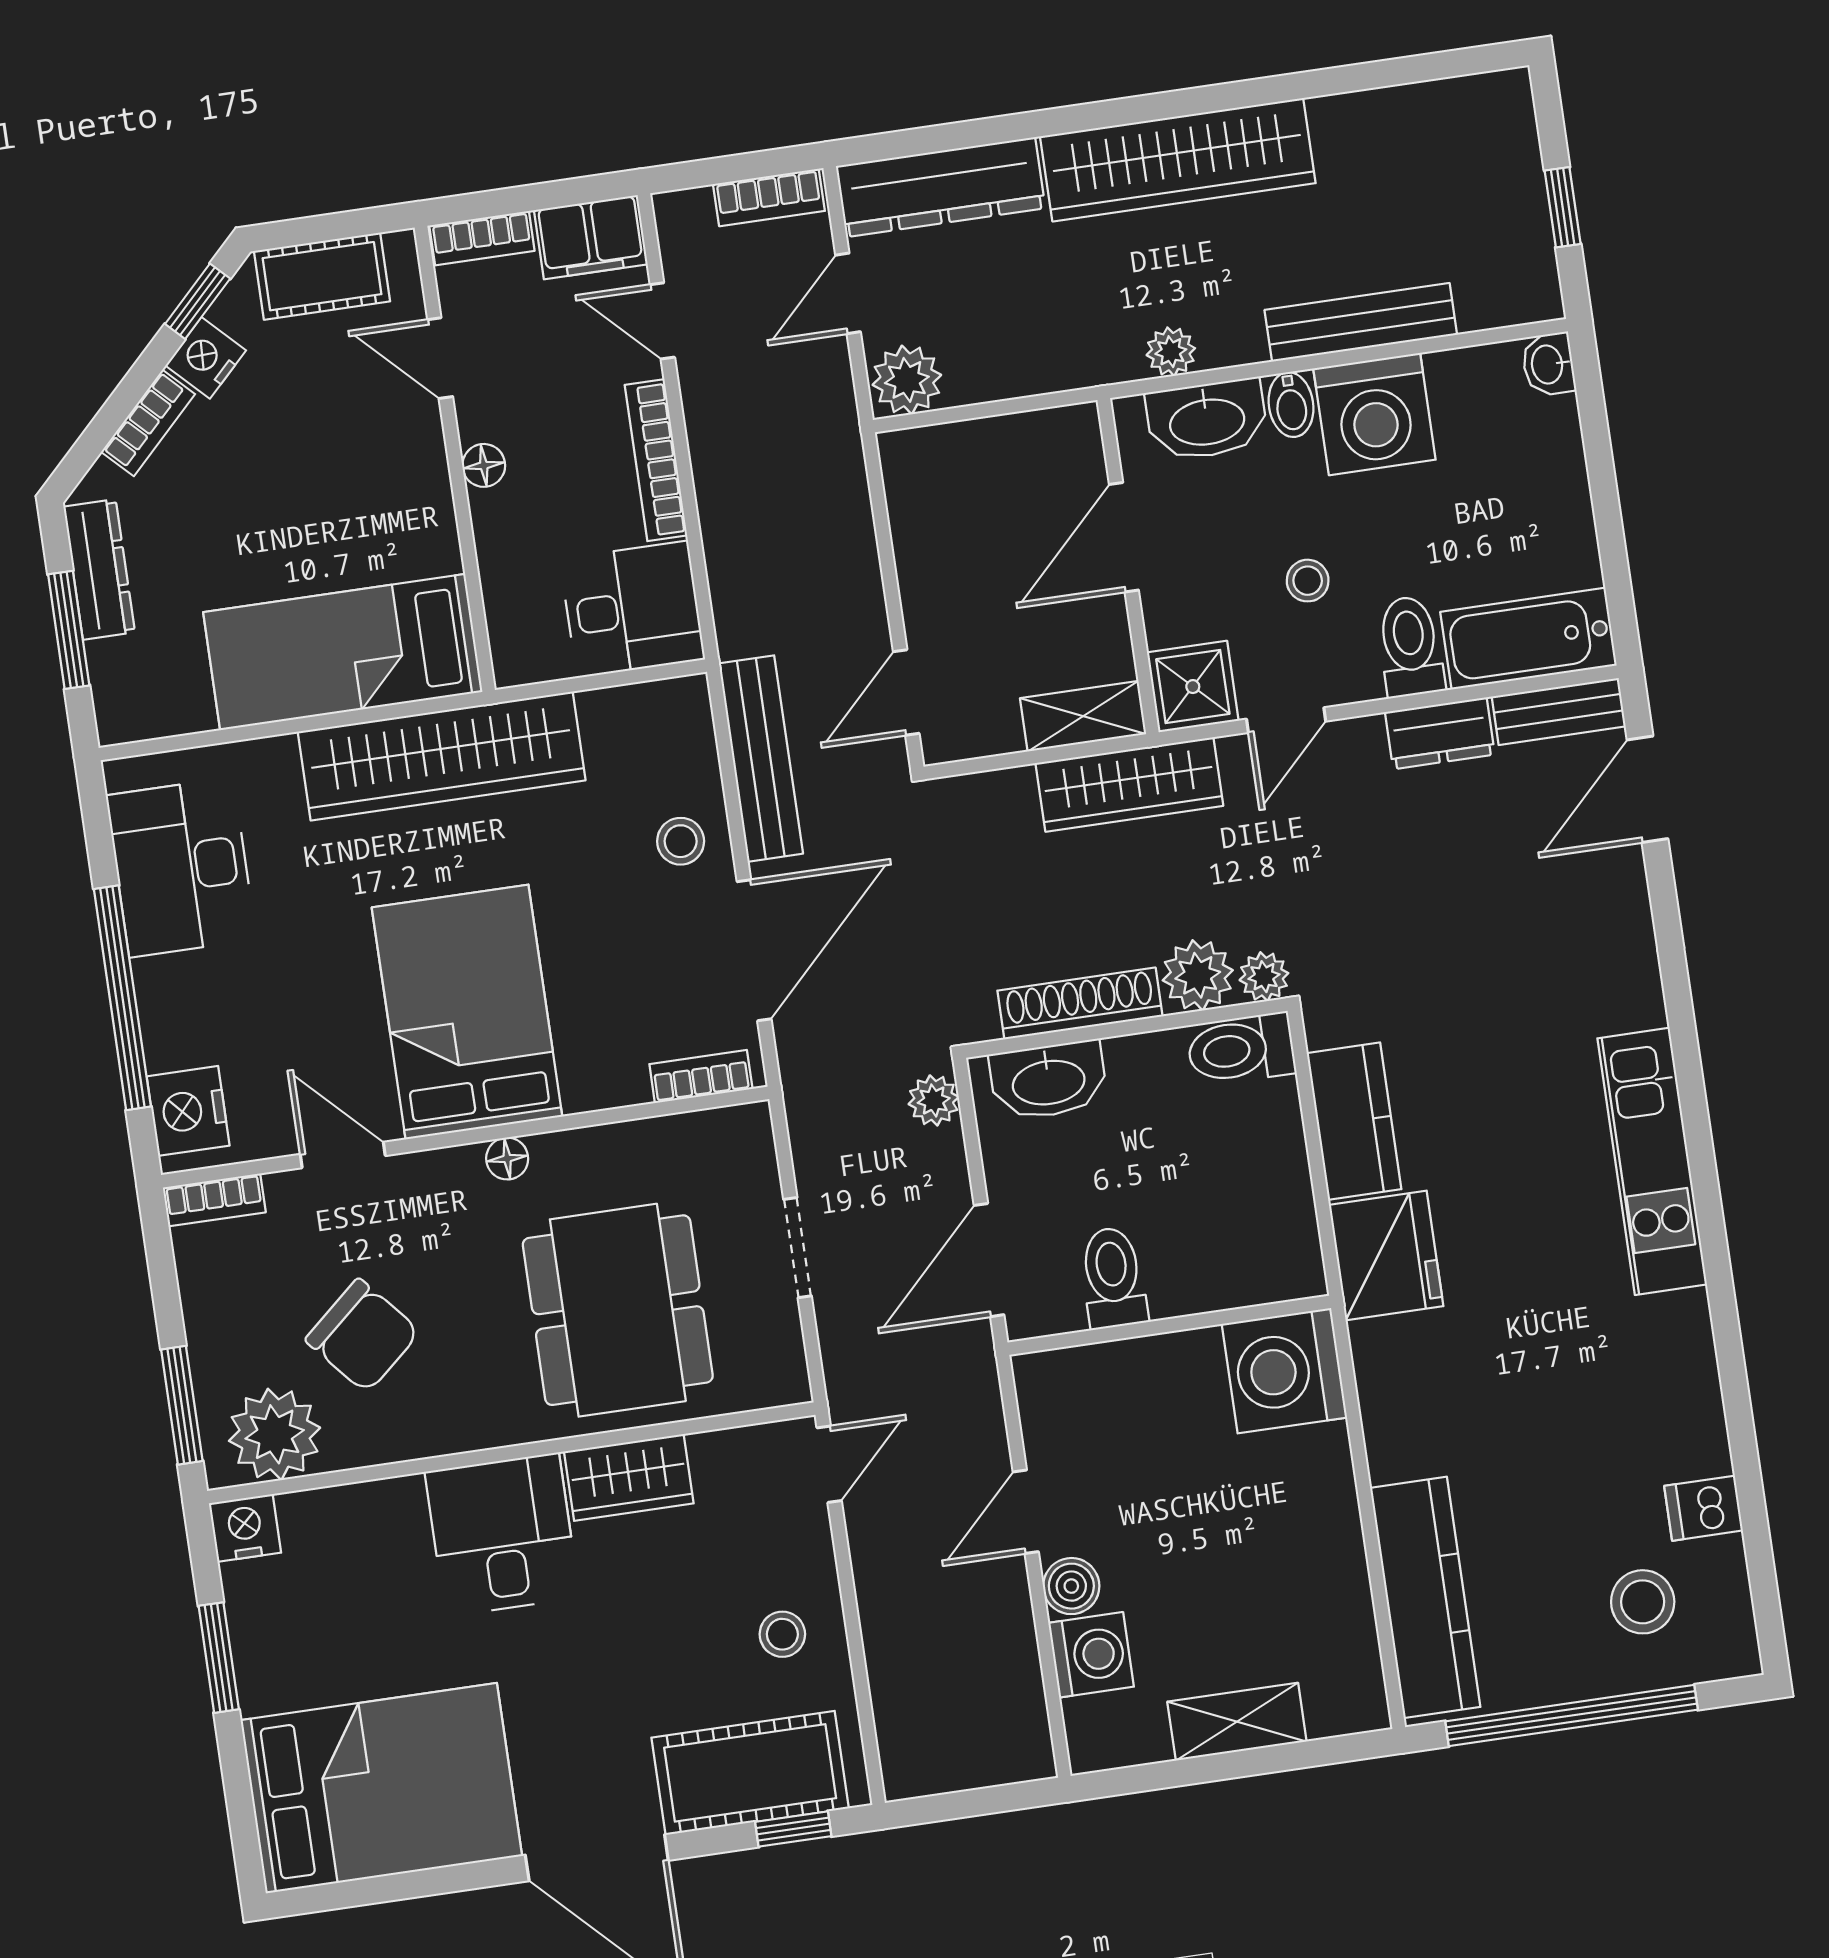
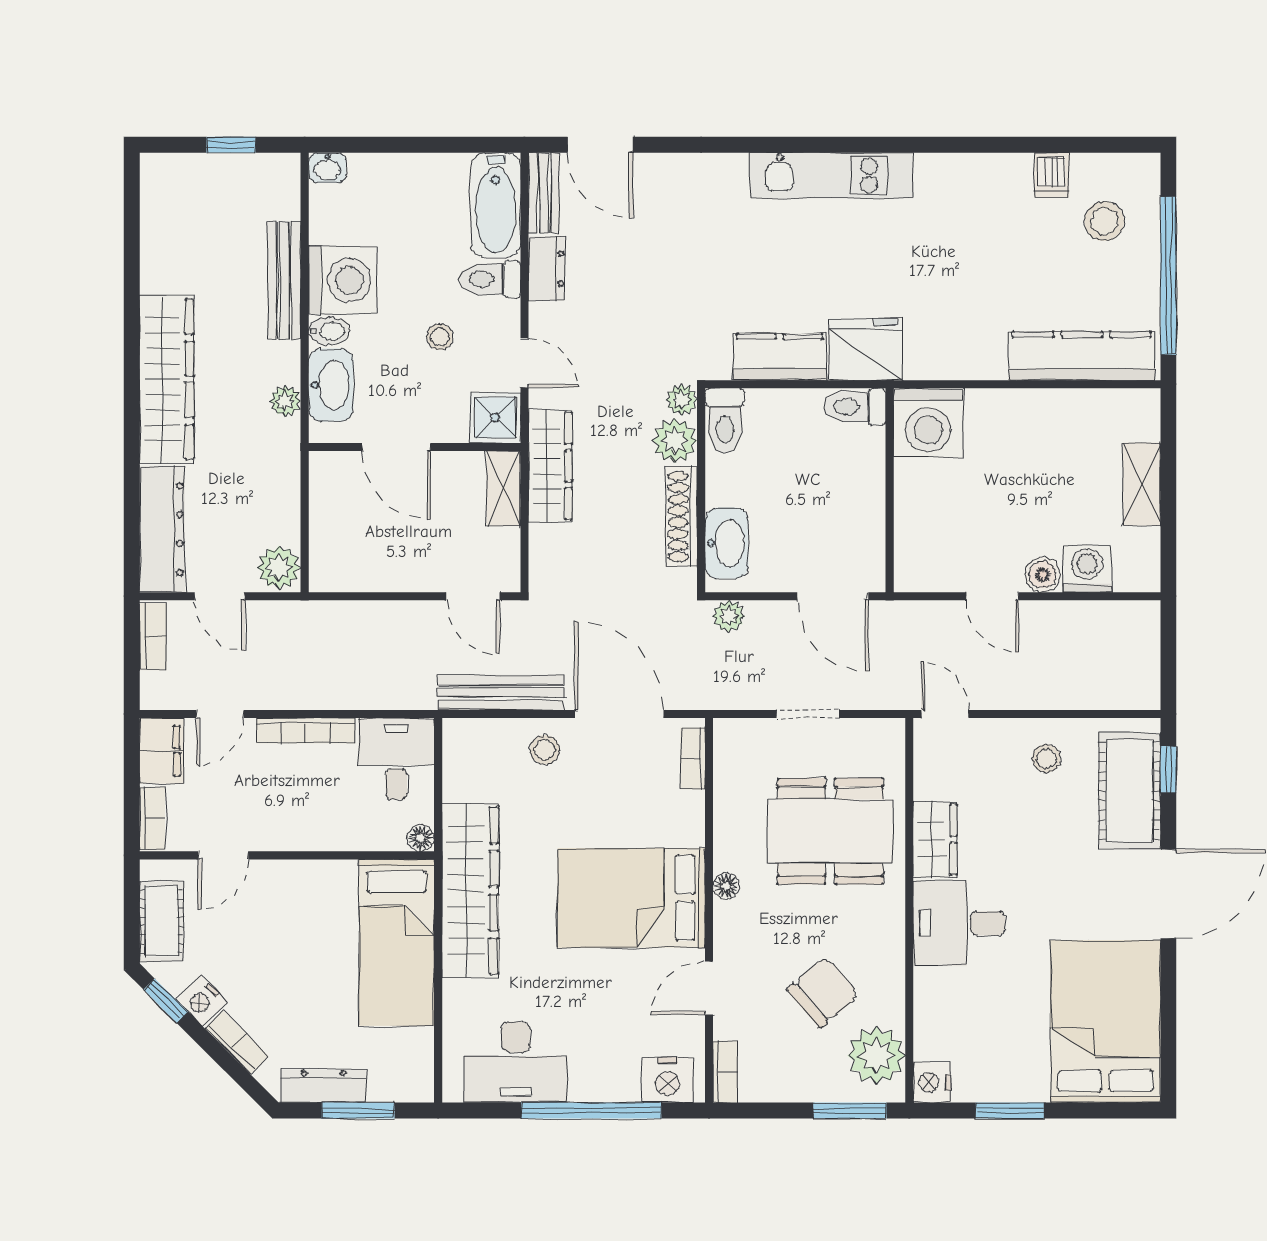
floor lamp: (484, 465) -> (421, 838), moved
toilet: (1113, 1278) -> (855, 407), moved

